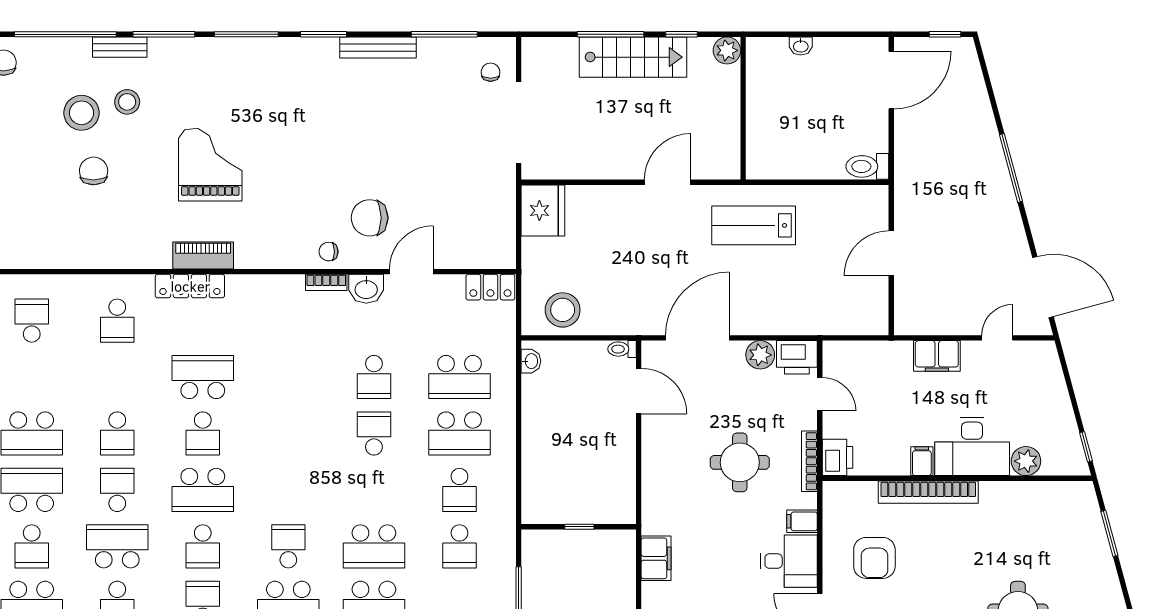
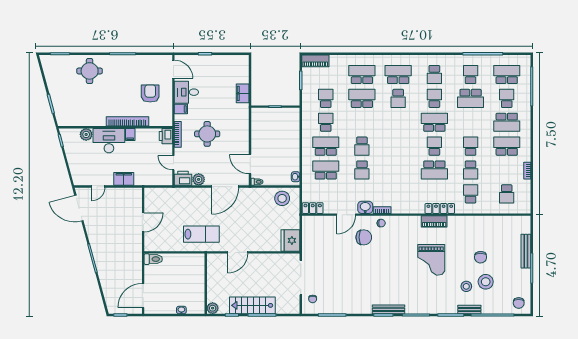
bench: (378, 47) -> (388, 309), moved
school desk: (374, 377) -> (362, 170), turned 180
school desk: (117, 490) -> (471, 170), moved

